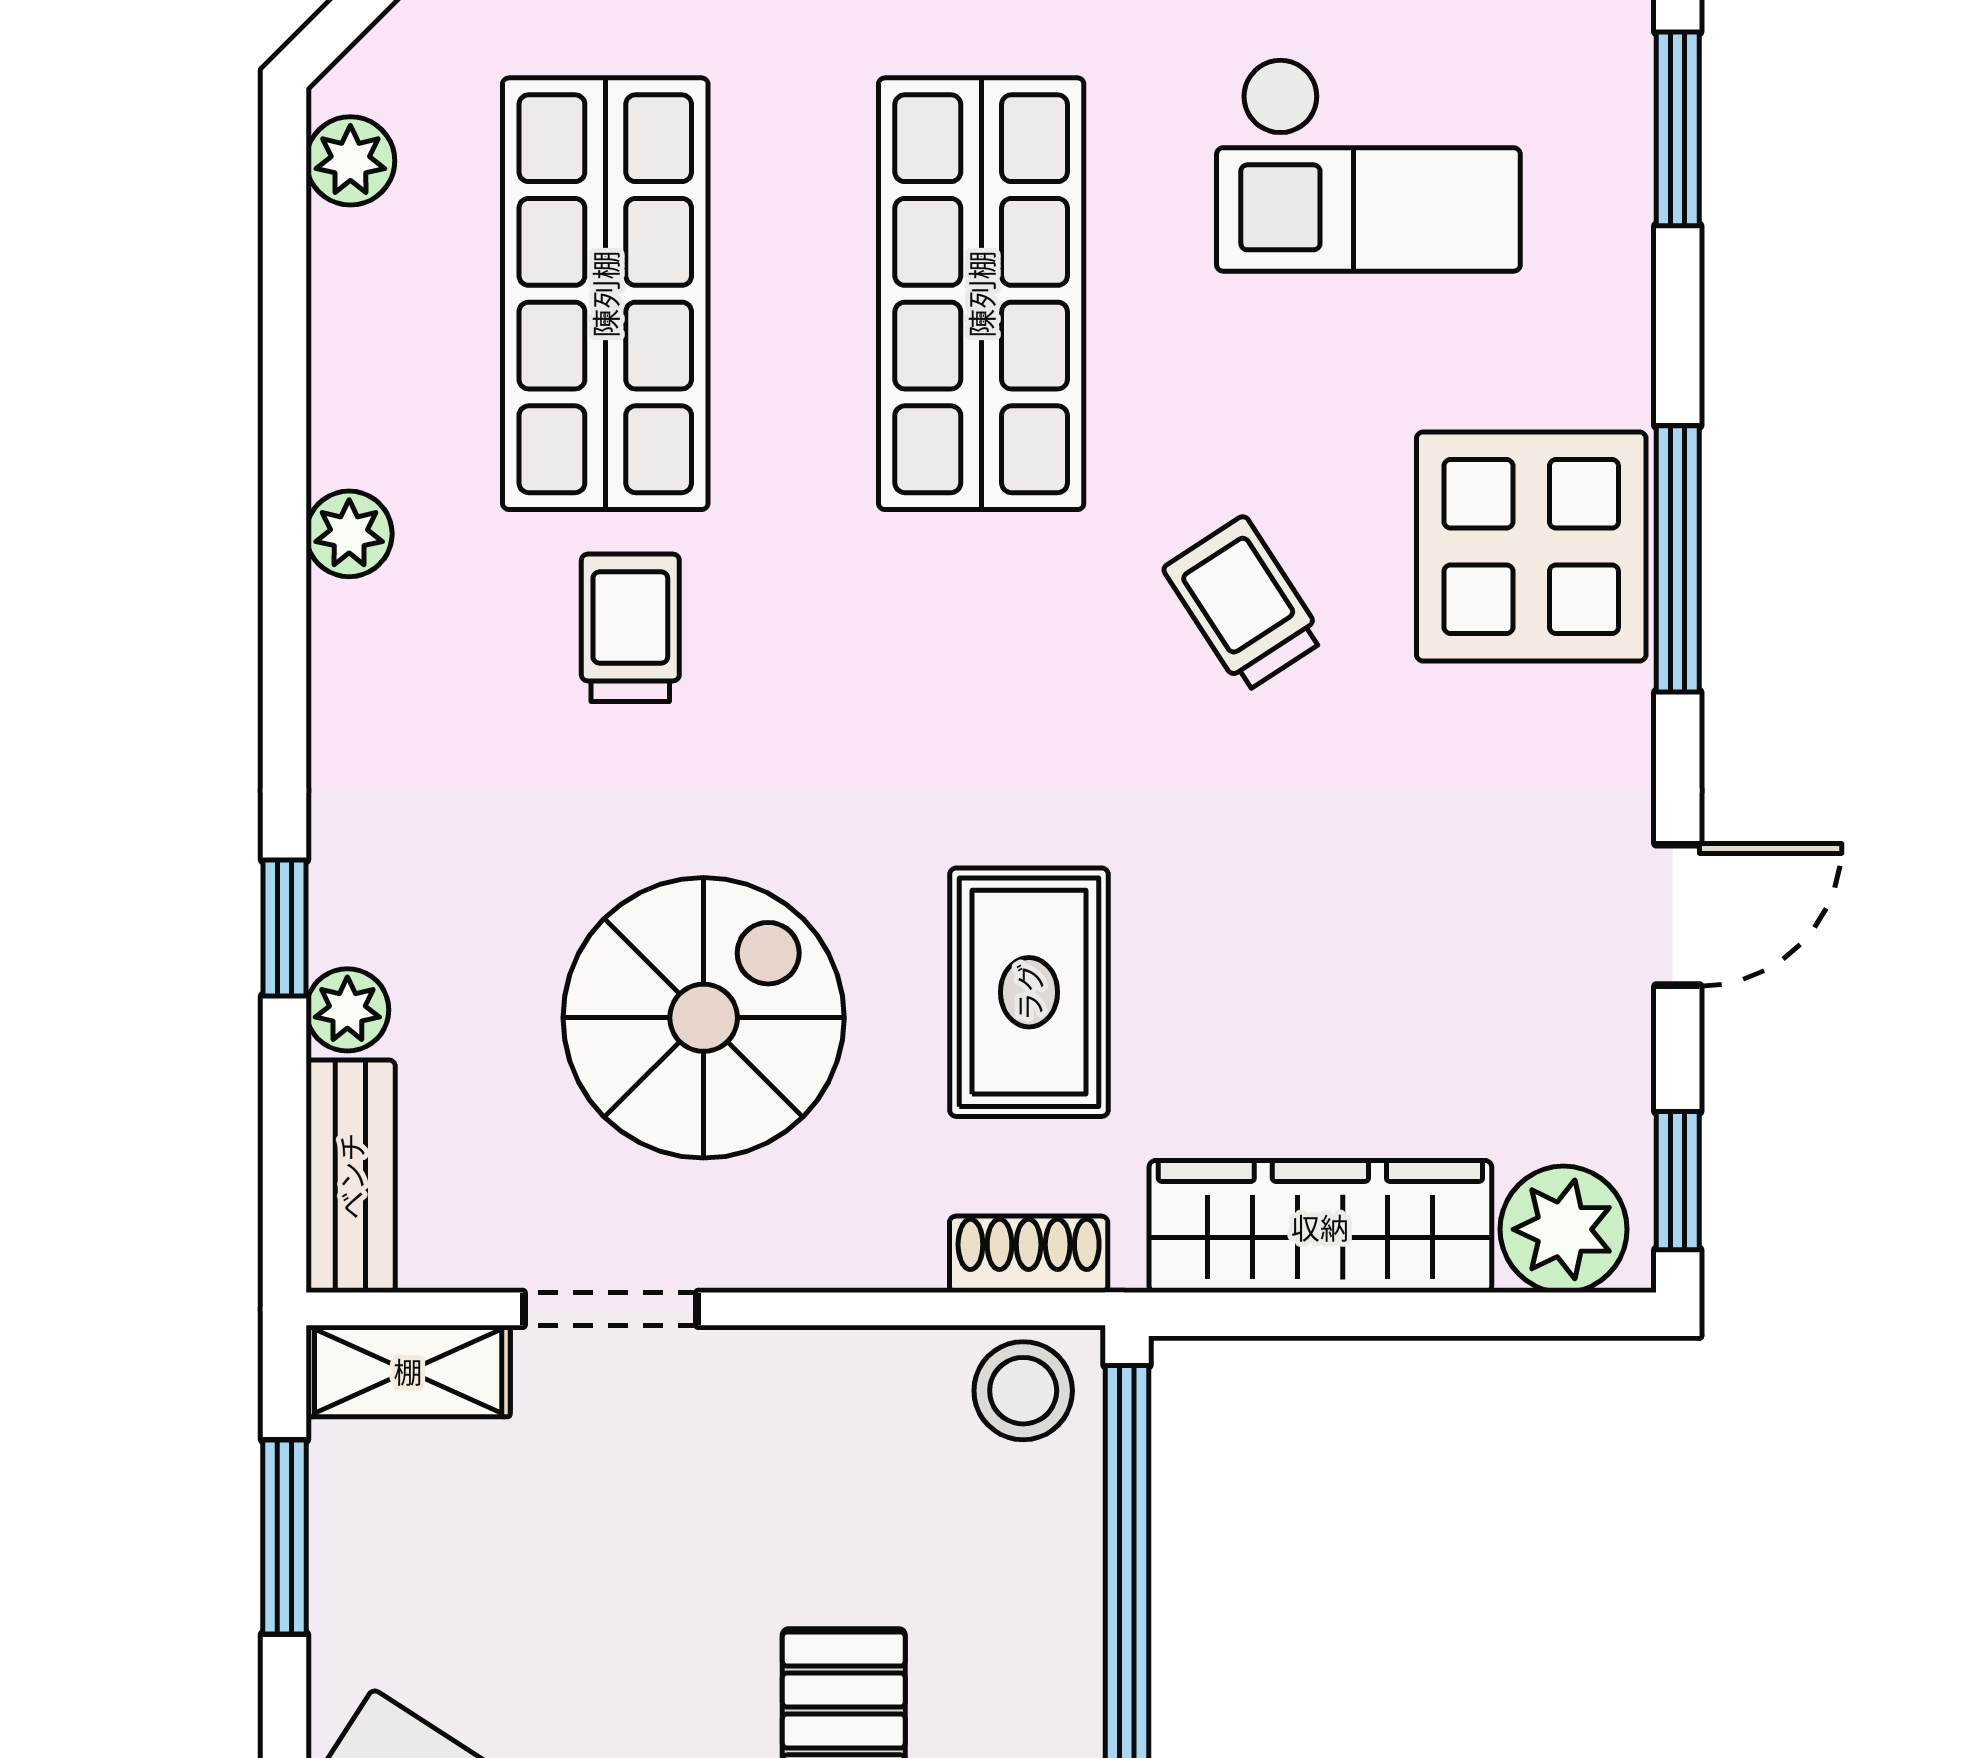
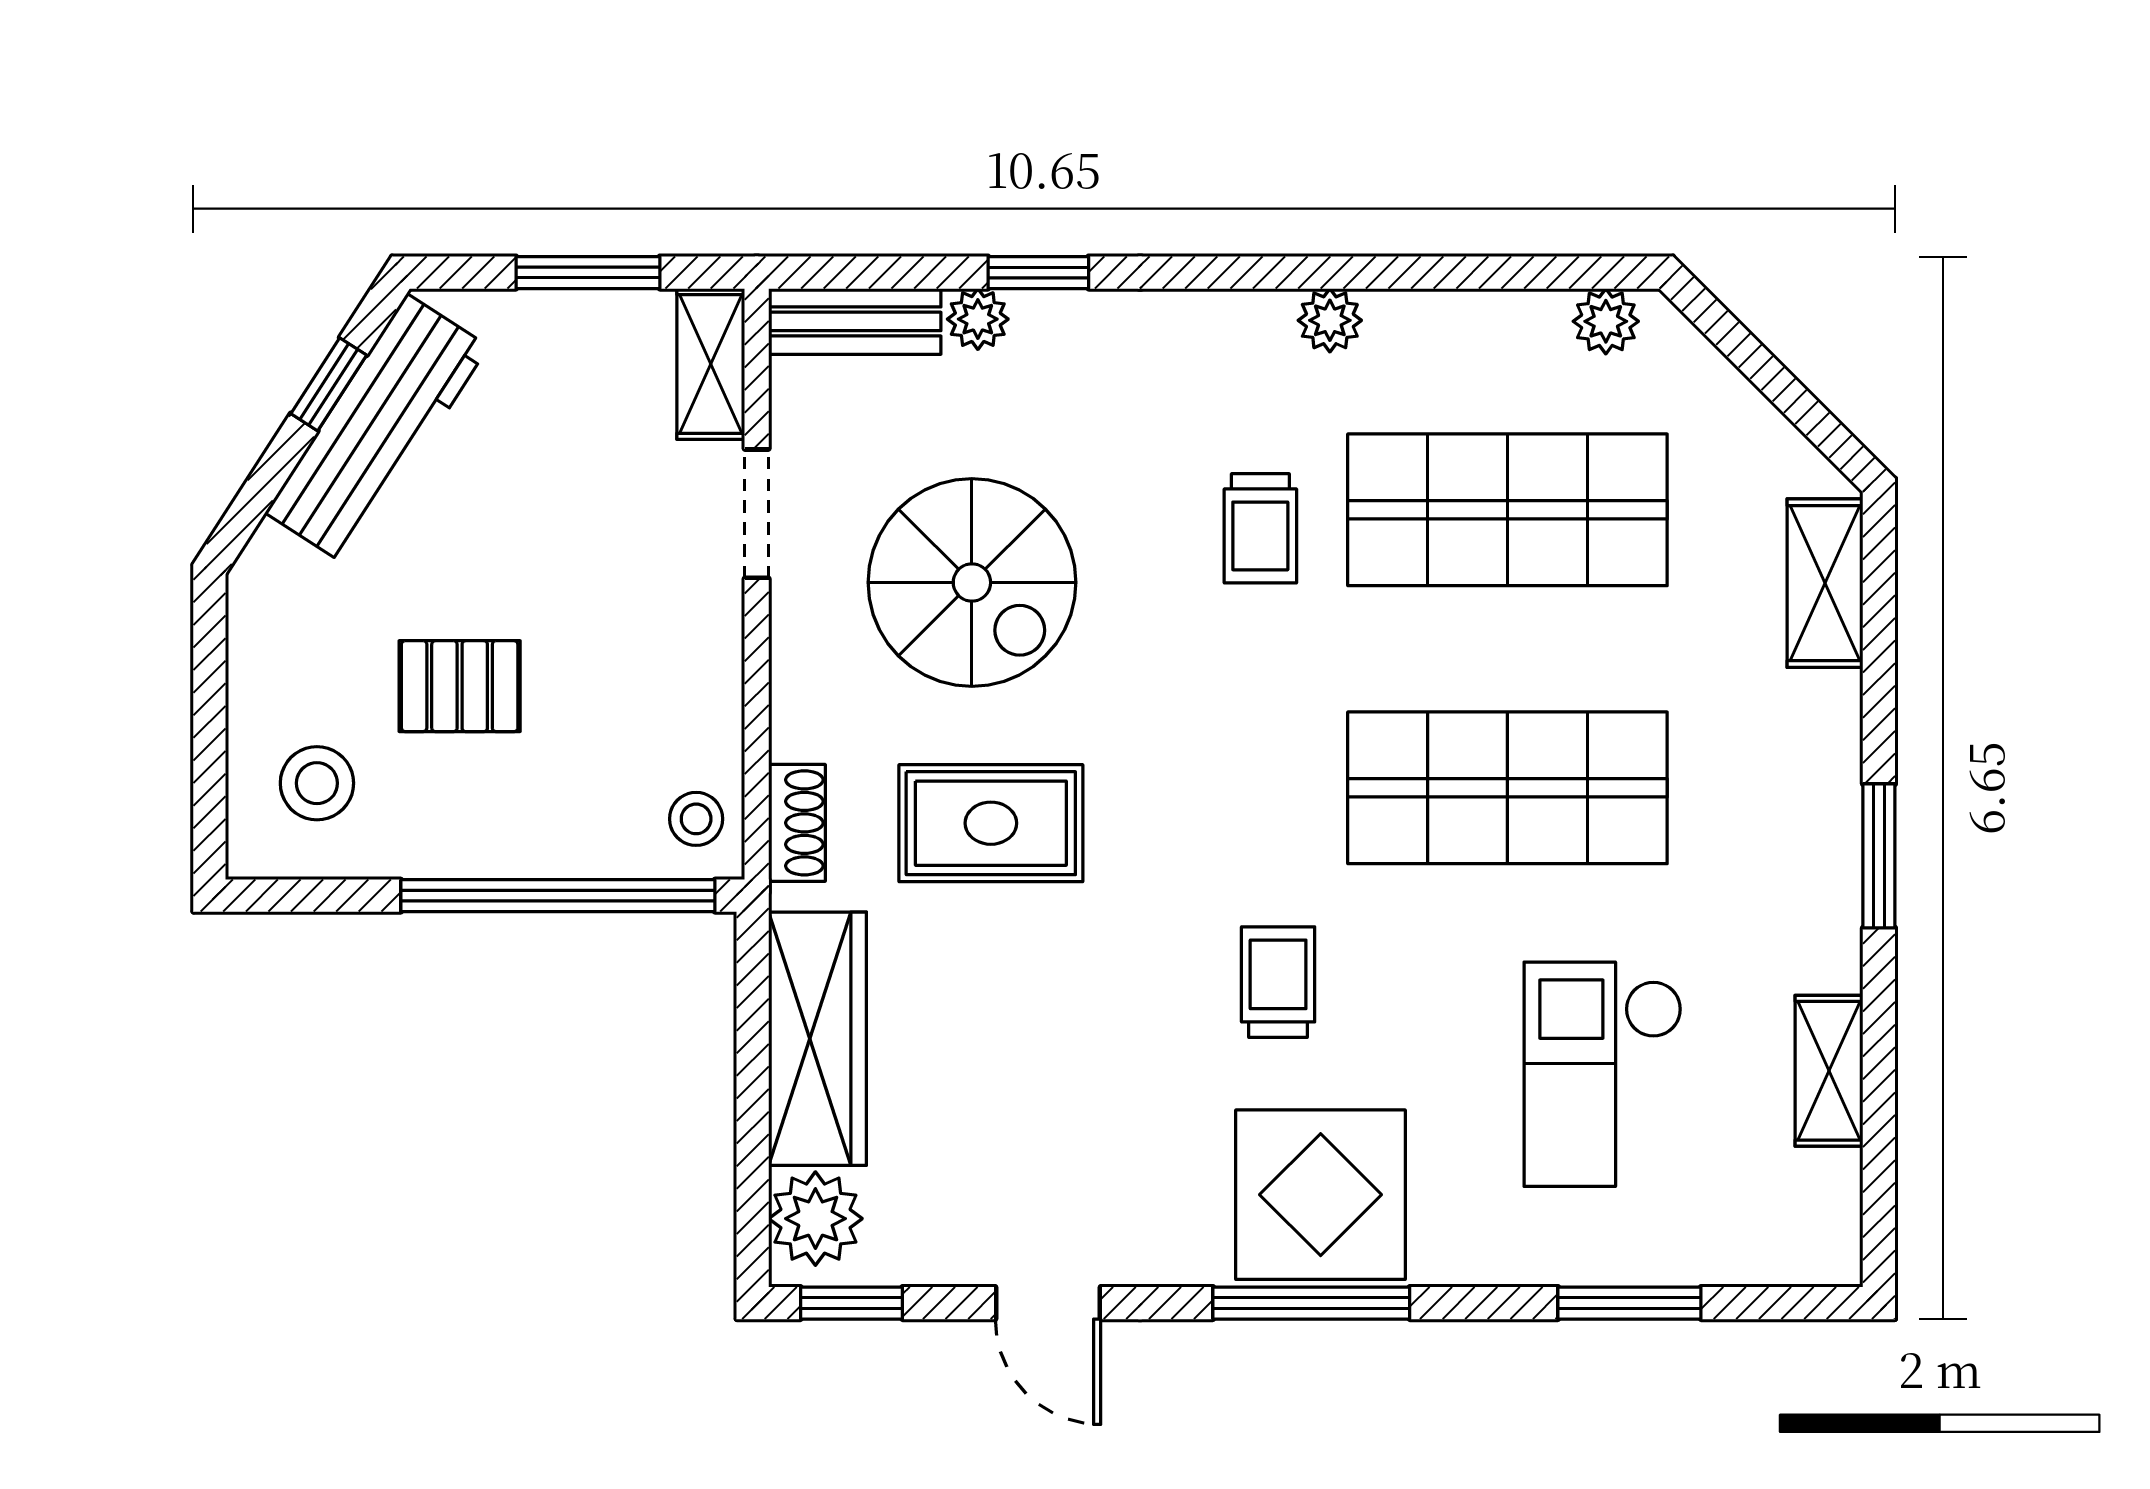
trolley: (1244, 604) -> (1278, 982), turned -57
trolley: (630, 628) -> (1260, 528), turned 90
stool: (1023, 1391) -> (696, 819), width x0.73, depth x0.73

